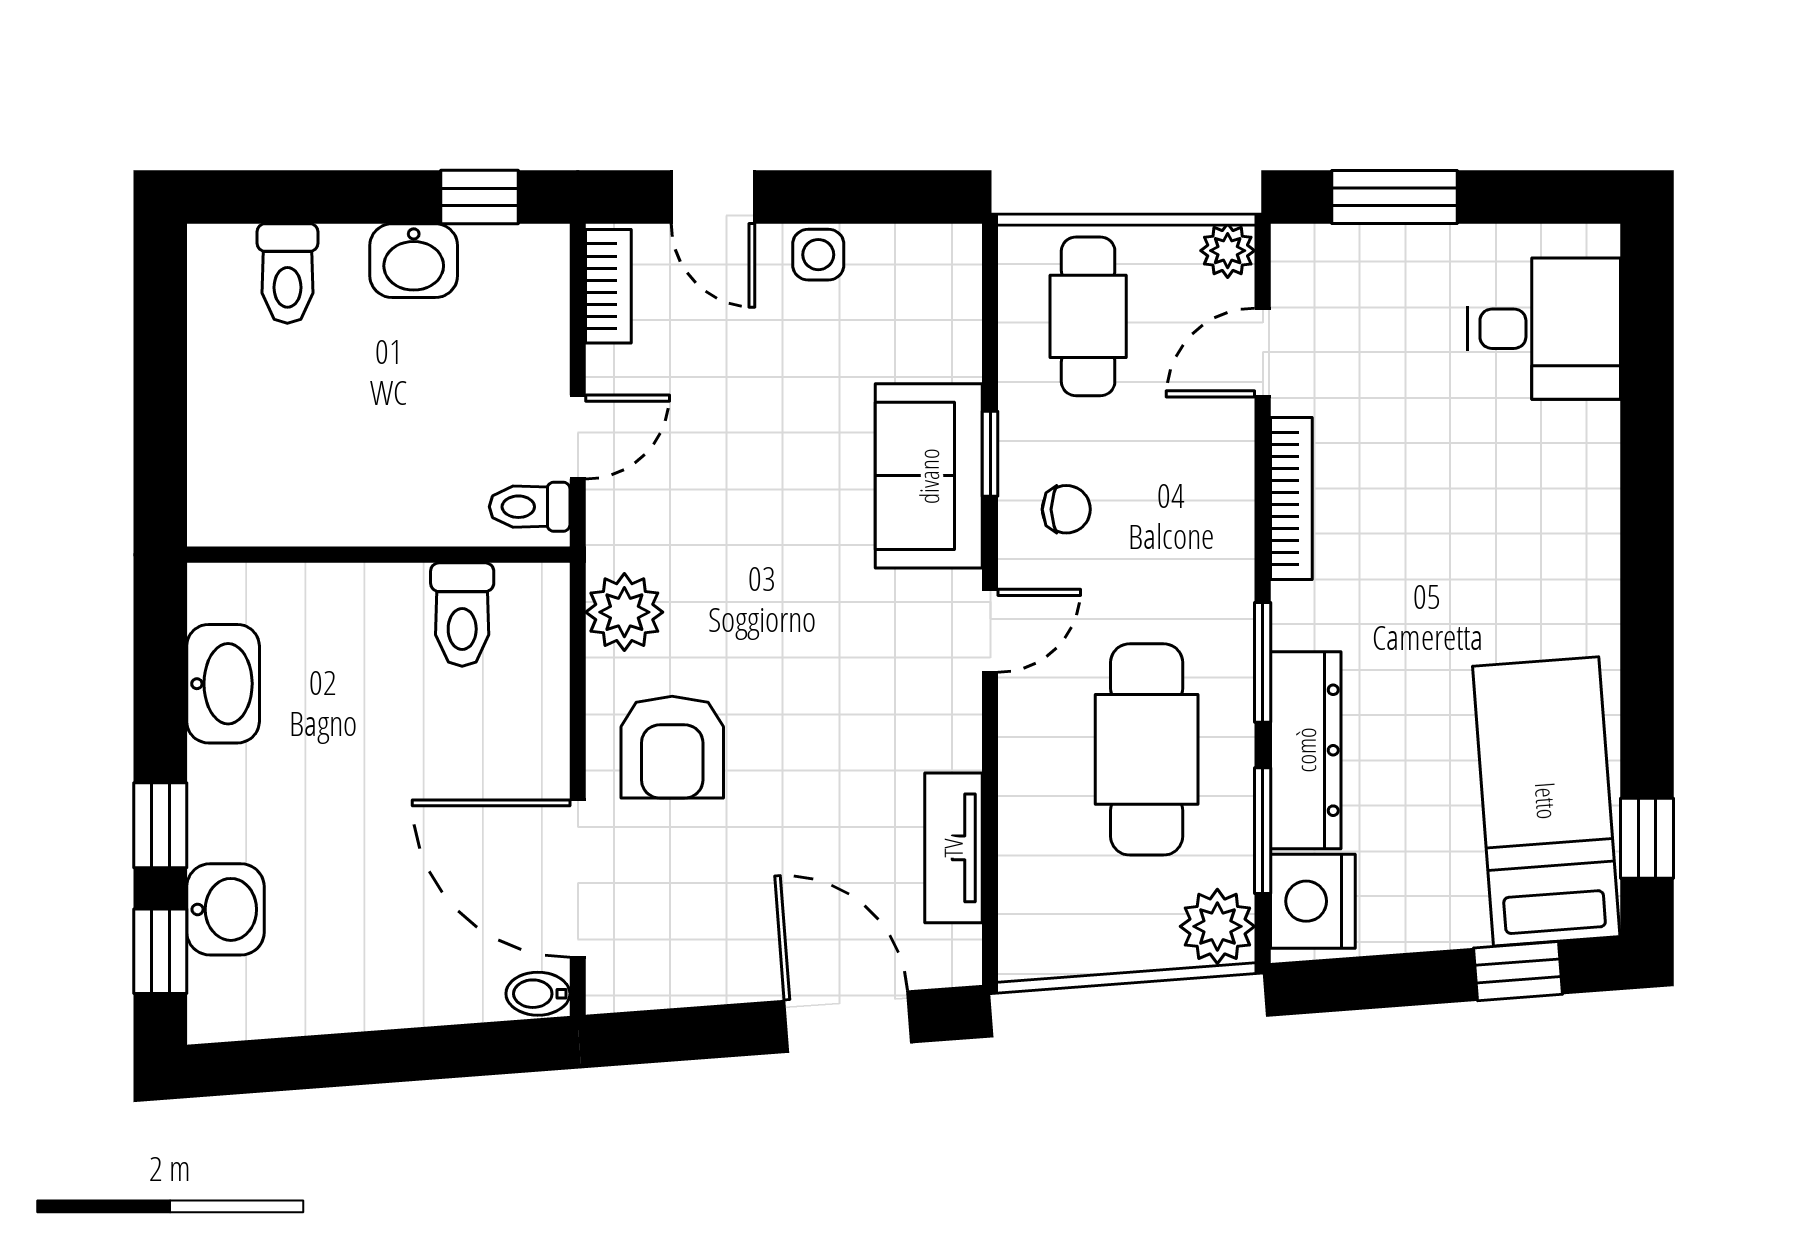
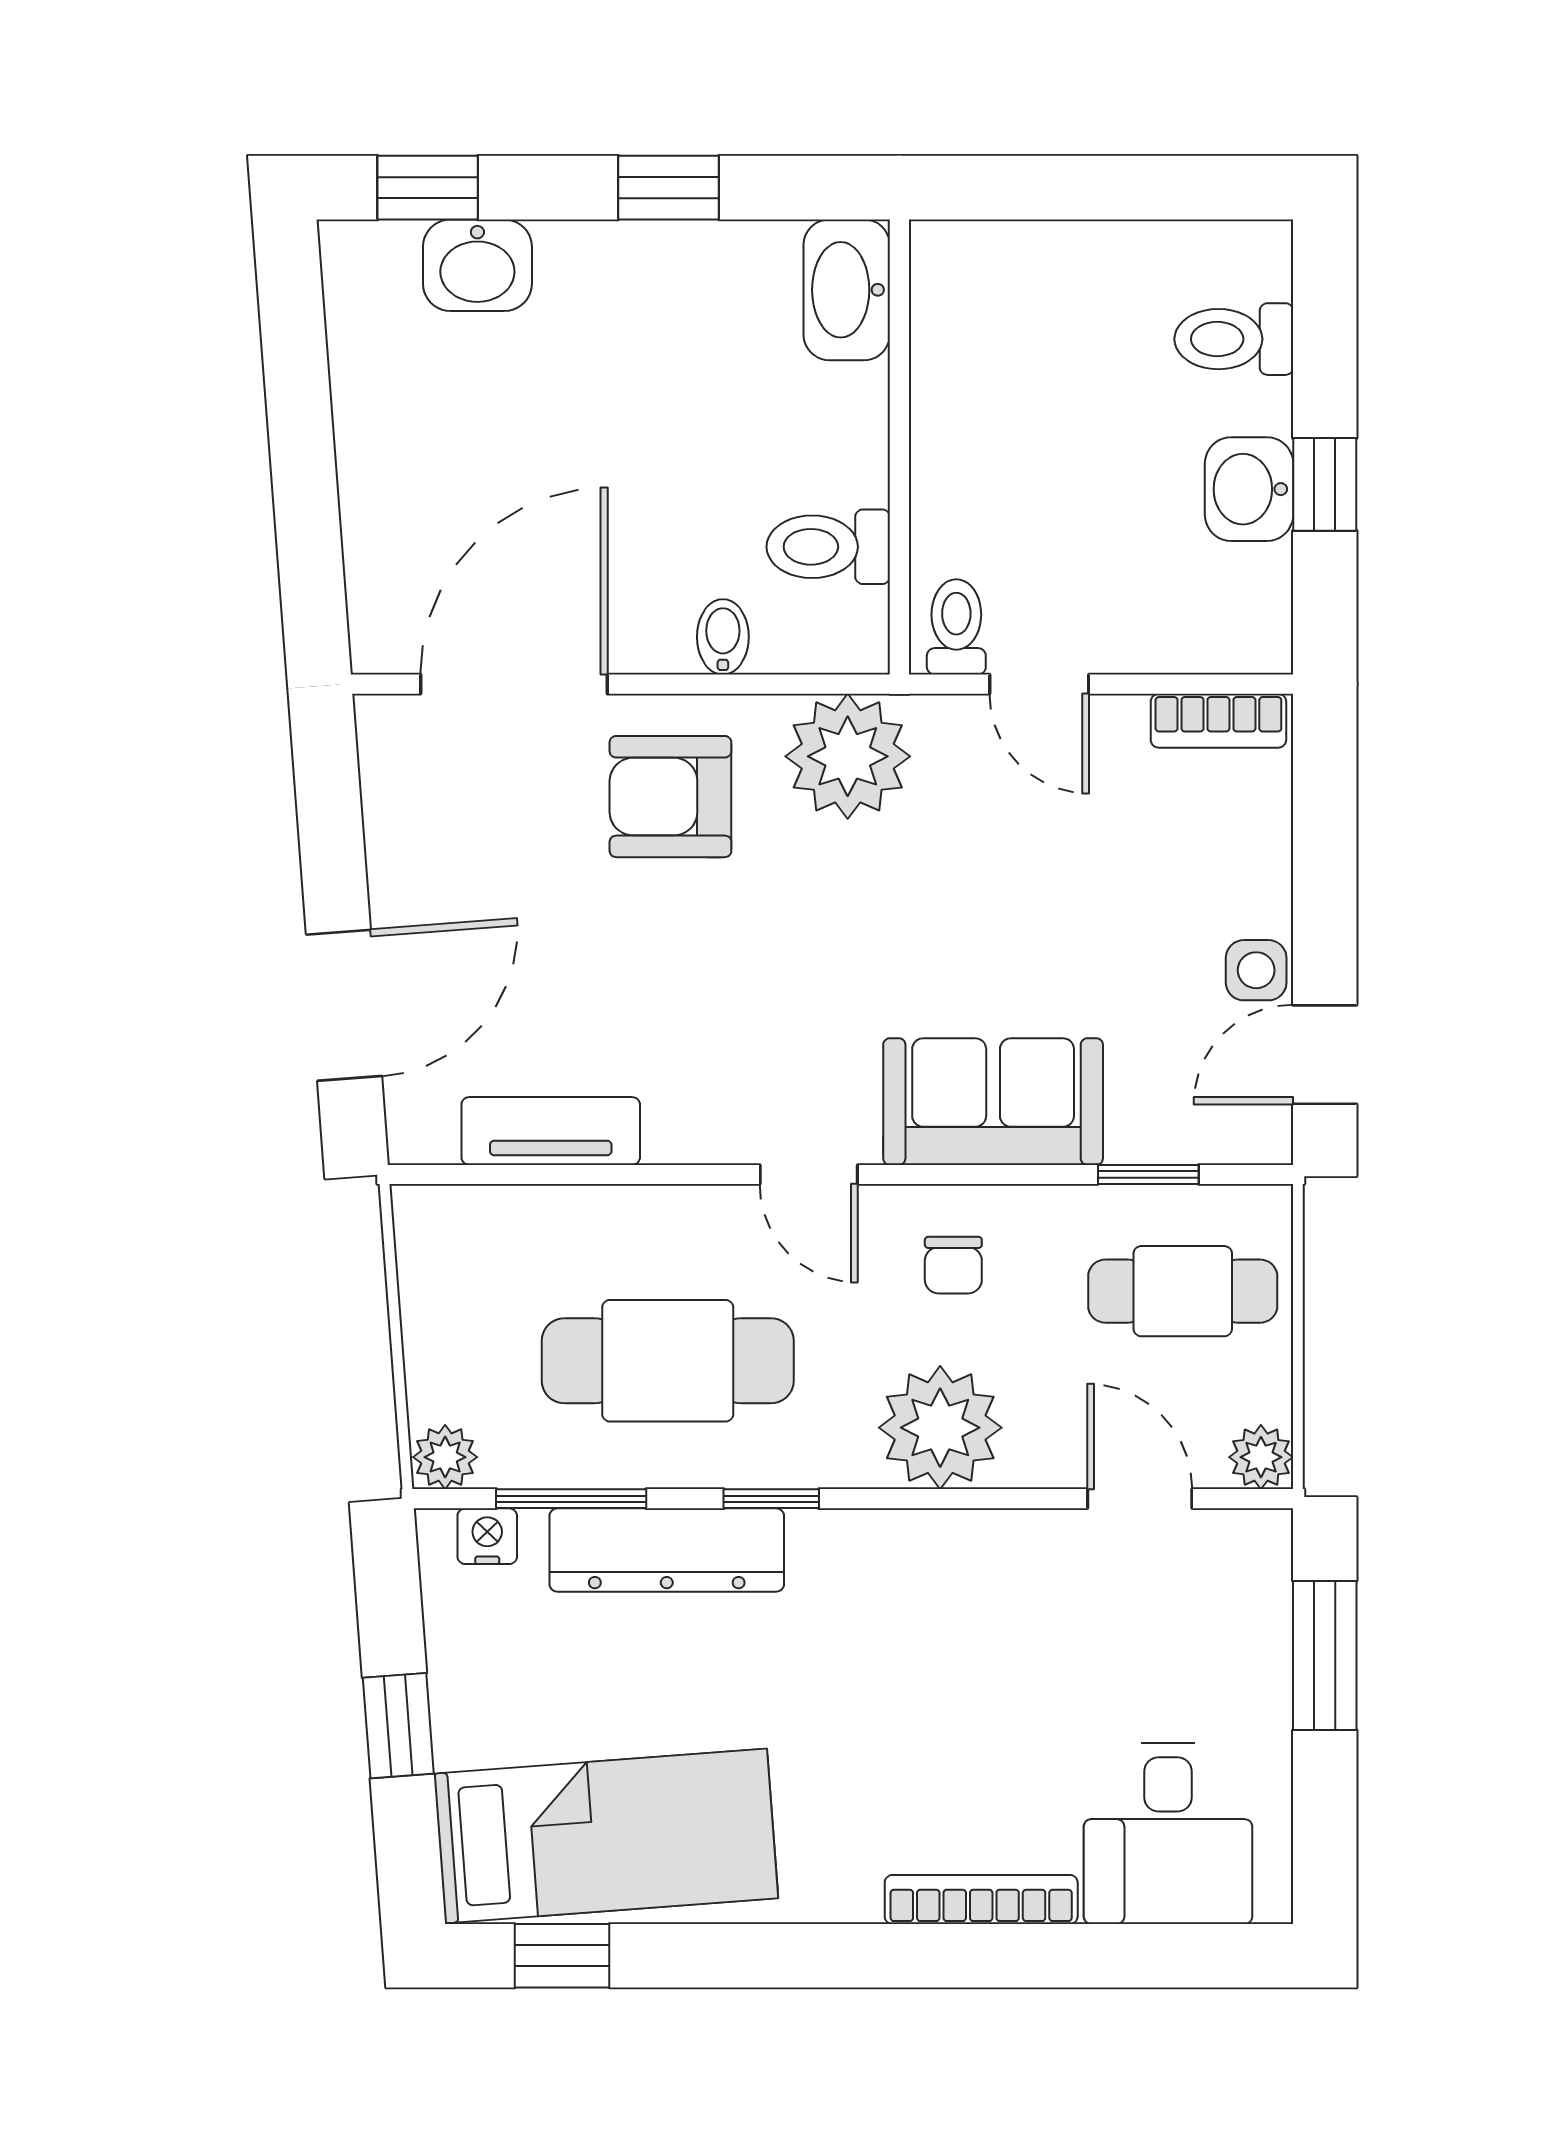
window: (480, 197) -> (1325, 484), moved
door: (713, 197) -> (1325, 1055), moved
window: (990, 454) -> (1148, 1174), moved
bookcase: (1291, 499) -> (981, 1899), moved, turned 180
plant: (1203, 520) -> (940, 1428), added
plant: (624, 612) -> (848, 756), width x1.36, depth x1.36
window: (1263, 662) -> (771, 1499), width x0.67
washbasin: (223, 684) -> (847, 290), moved, turned 90
window: (160, 825) -> (668, 188), moved
nightstand: (1313, 901) -> (487, 1536), width x0.53, depth x0.56
plant: (1217, 926) -> (445, 1457), width x0.73, depth x0.73
window: (1518, 971) -> (398, 1726), moved
bidet: (538, 994) -> (723, 637), moved

